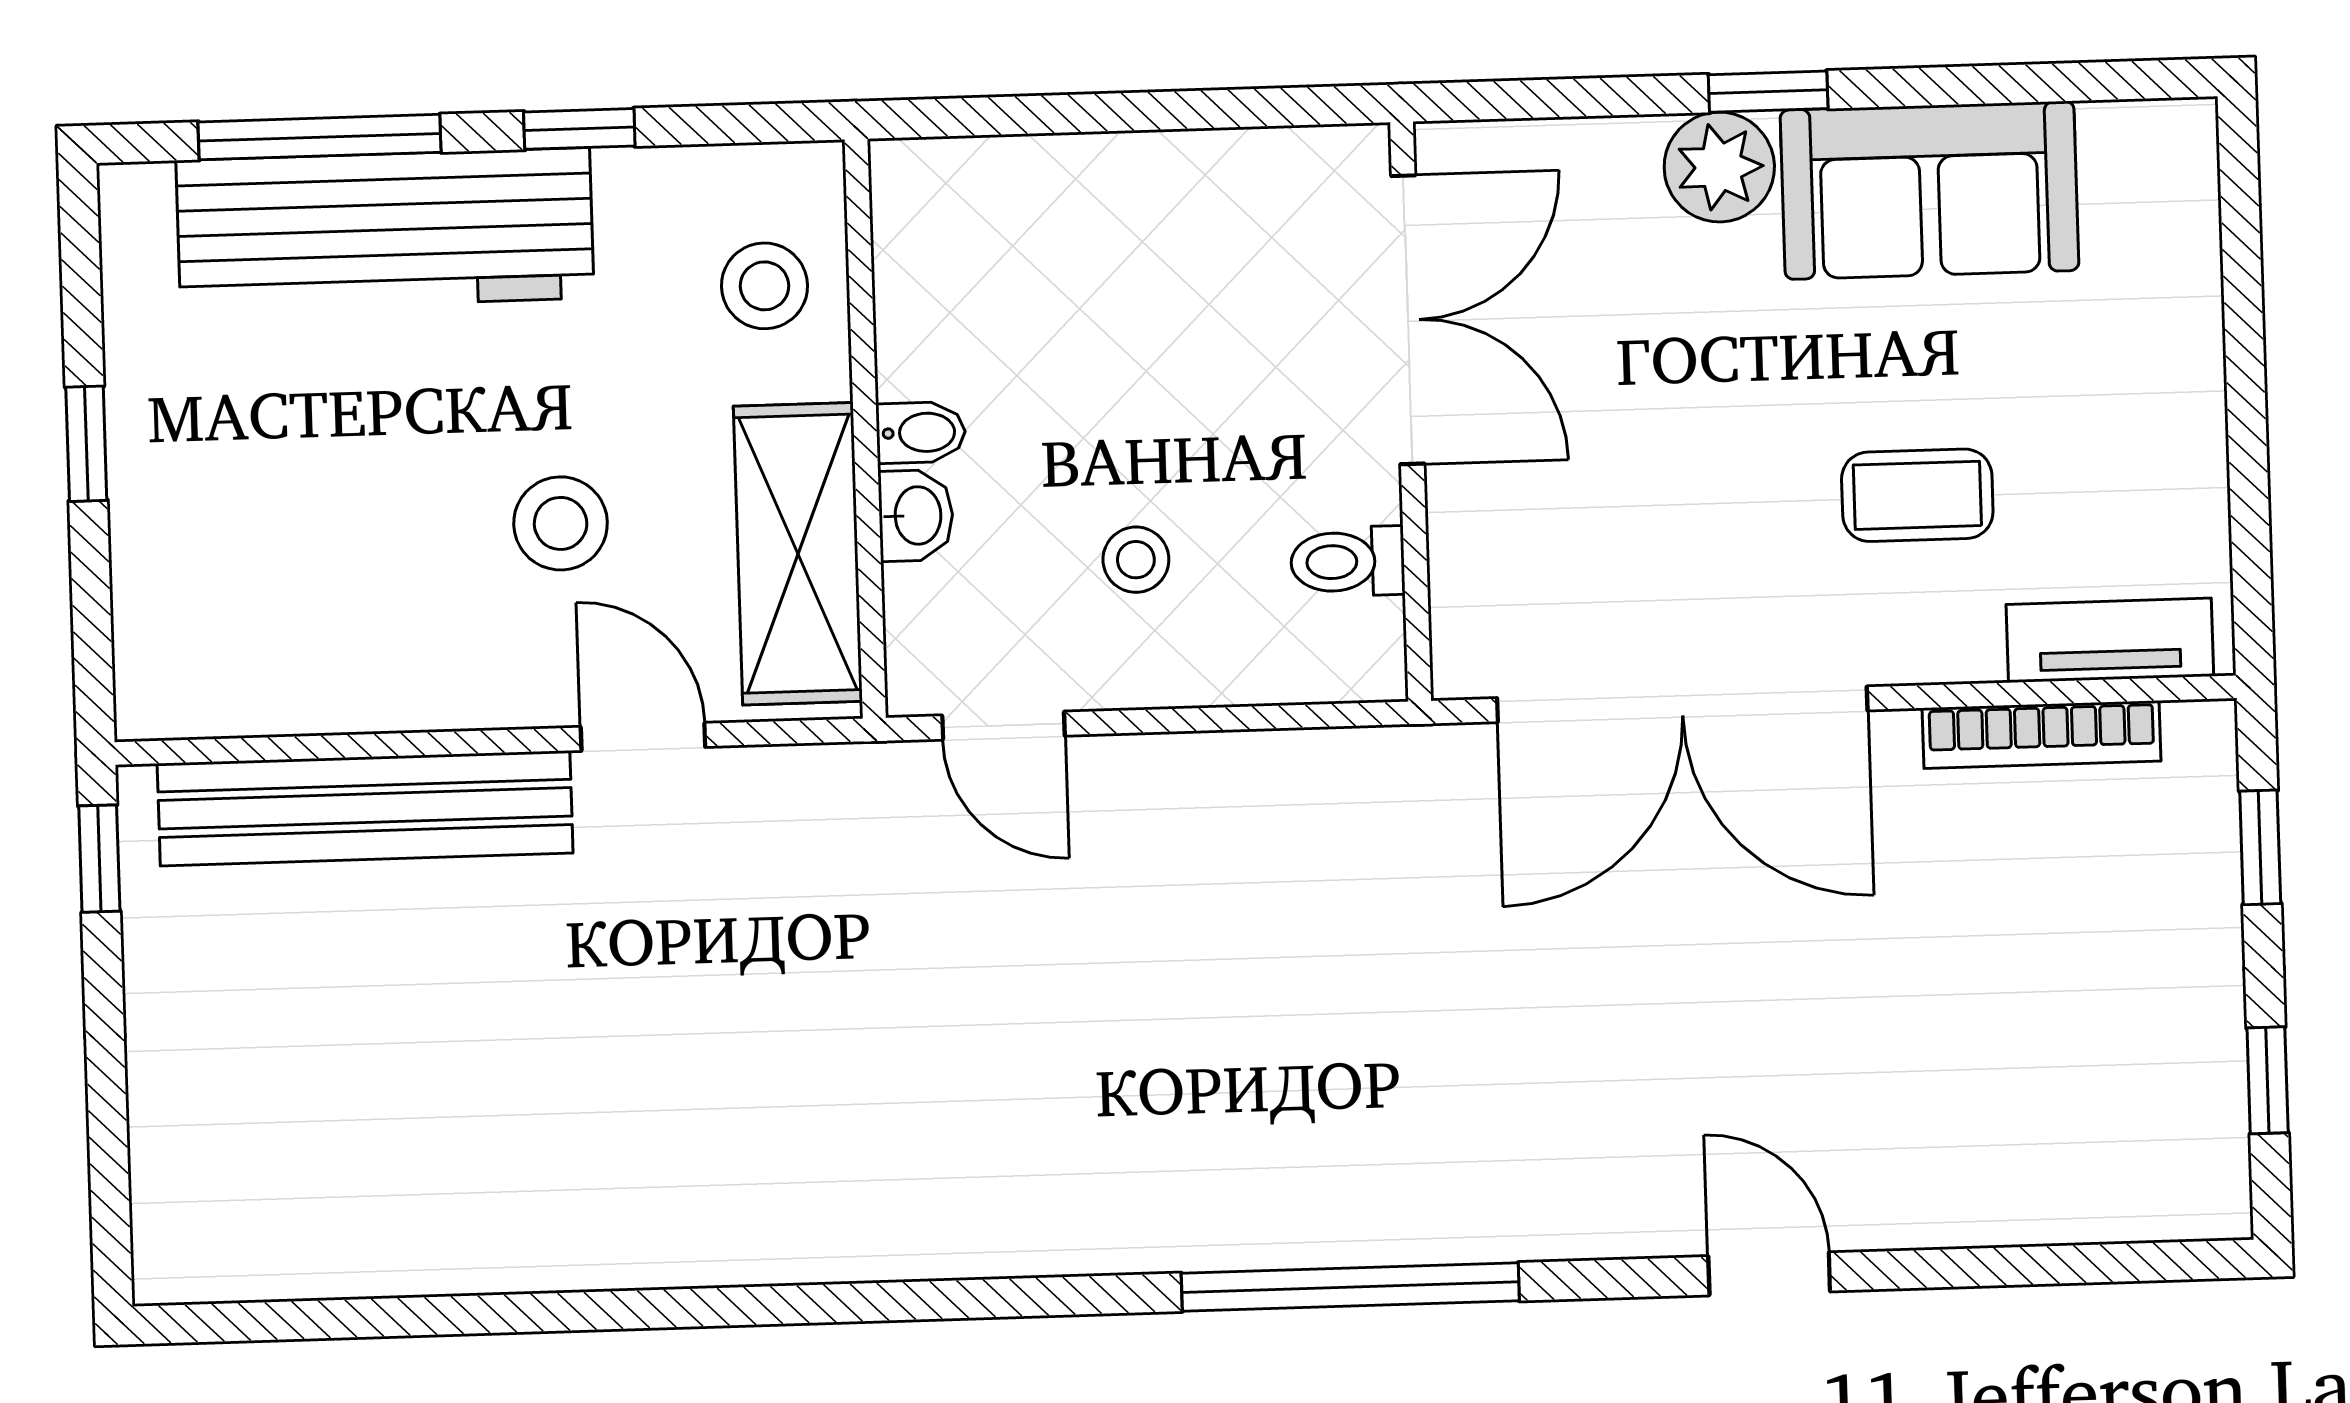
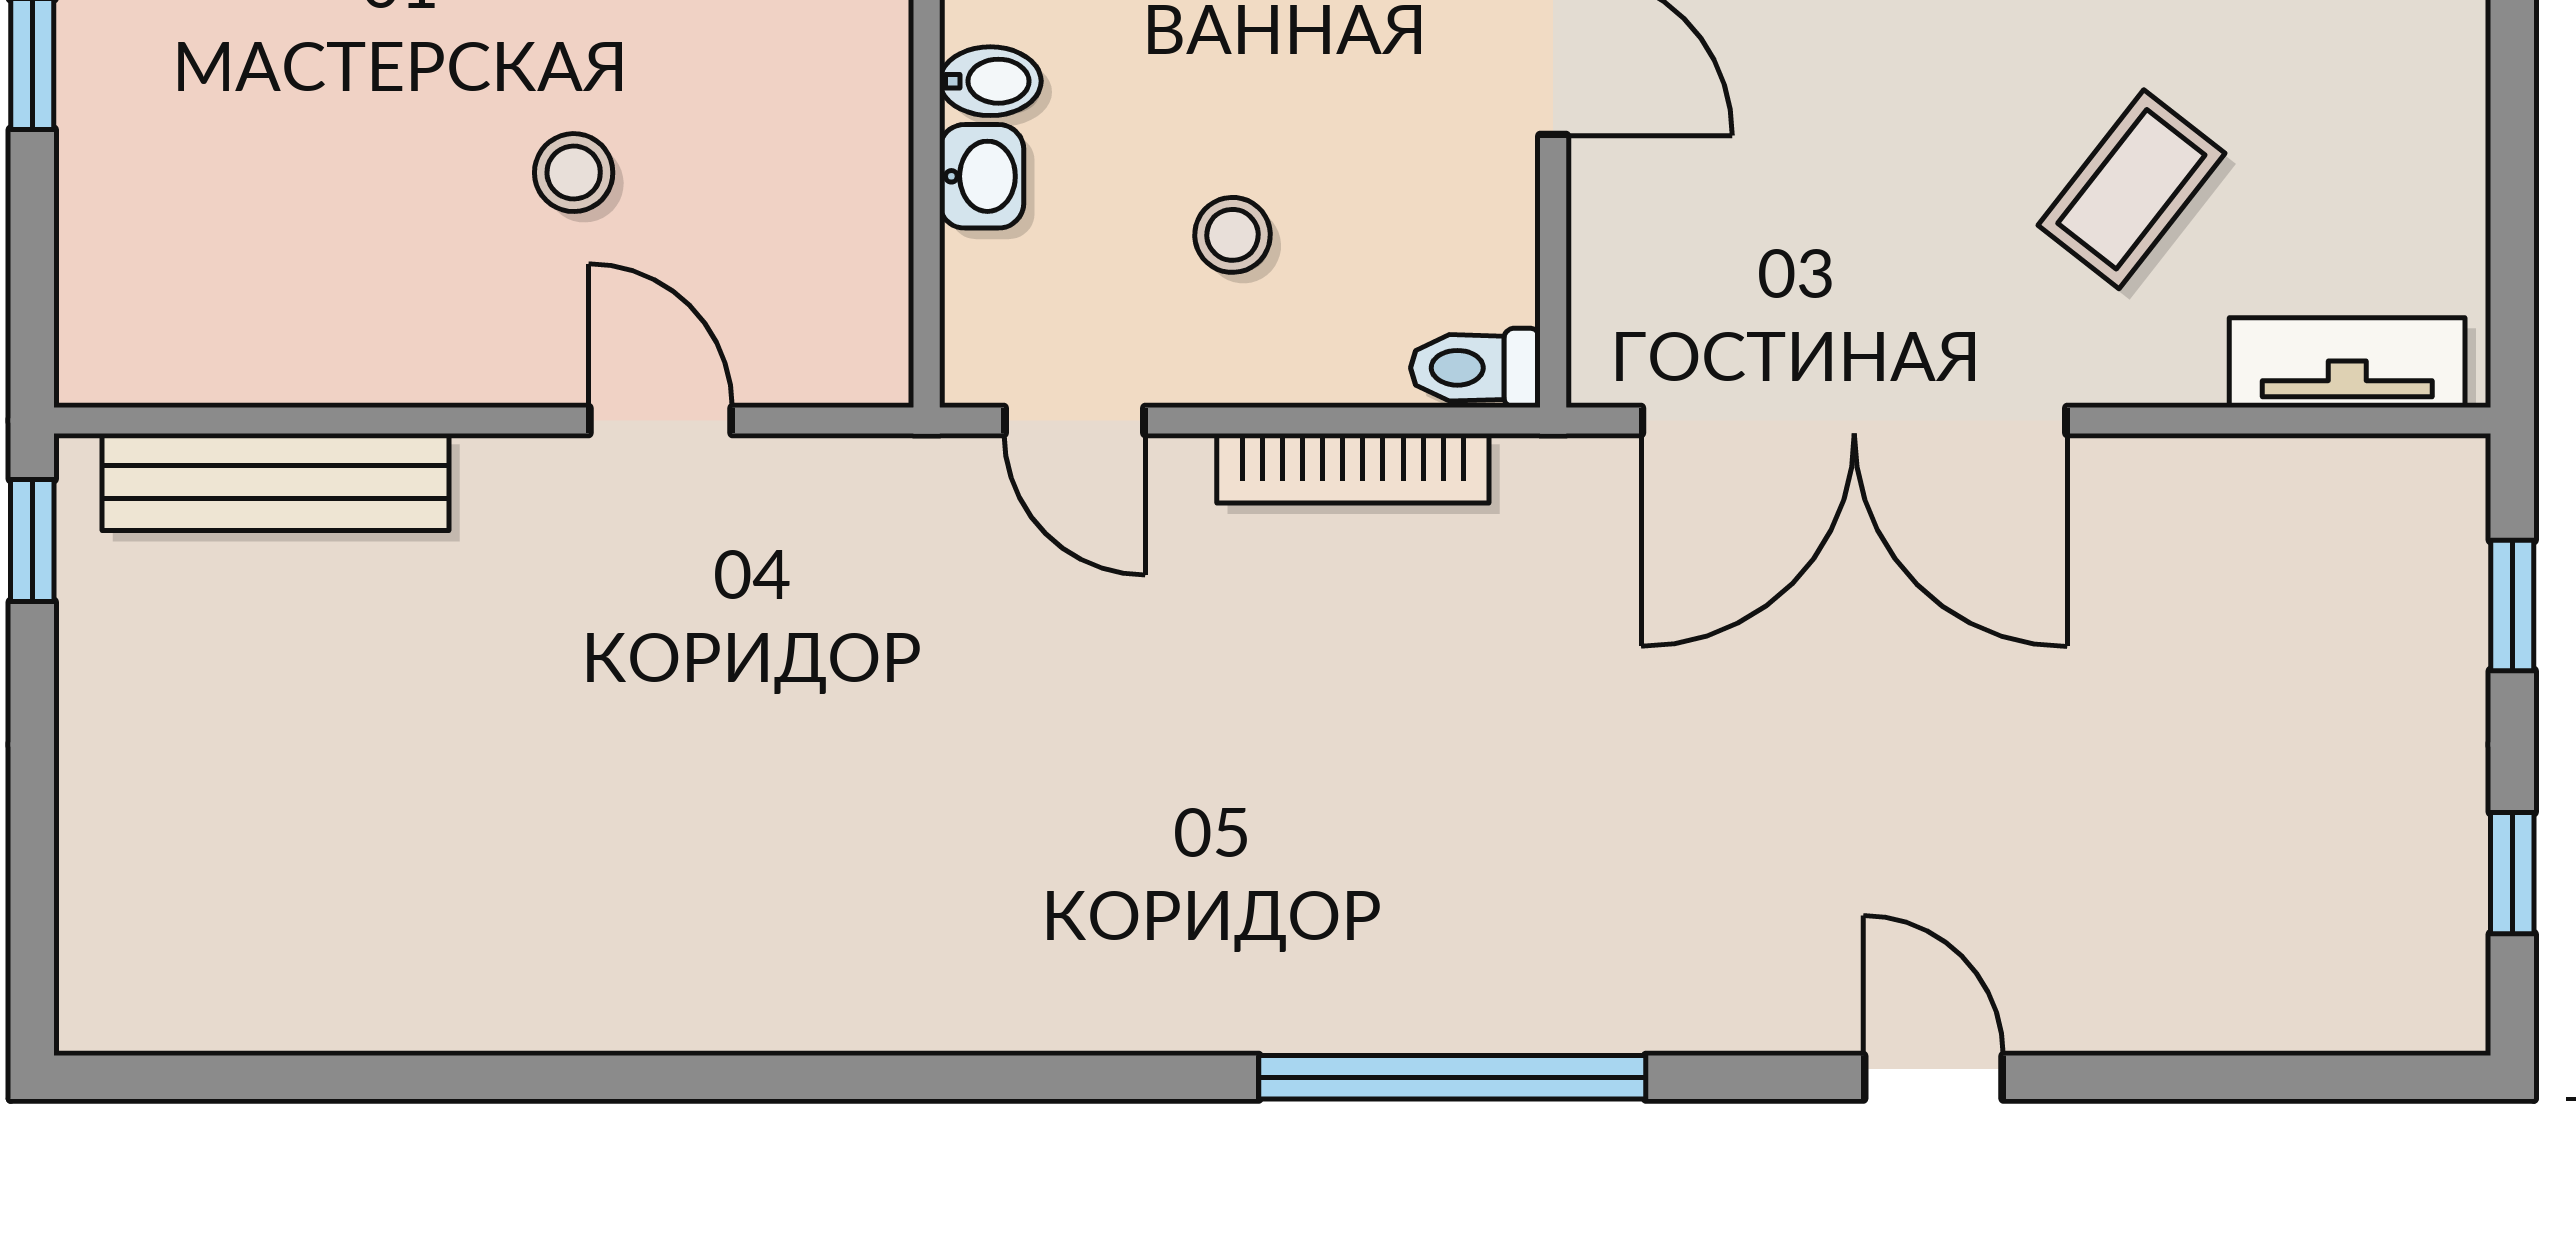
coffee table: (1917, 495) -> (2131, 189), turned -52
stool: (561, 523) -> (574, 173), width x0.73, depth x0.73
shelving: (798, 554) -> (845, 216), removed
toilet: (1348, 562) -> (1475, 368), moved
bookcase: (2042, 735) -> (1353, 468), moved
bench: (365, 808) -> (275, 482), width x0.73, depth x0.82

